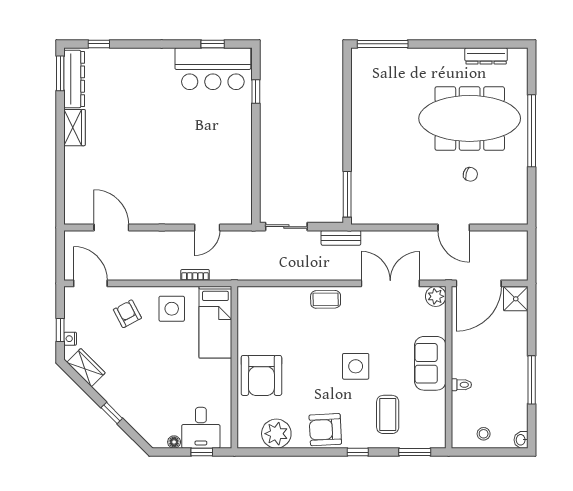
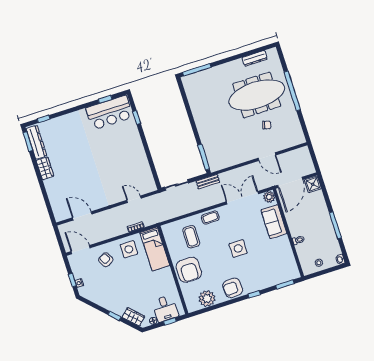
door: (207, 228) -> (134, 199), swing flipped
sofa: (430, 363) -> (274, 222), moved
wardrobe: (86, 368) -> (133, 317), moved
coffee table: (388, 414) -> (191, 237), moved

